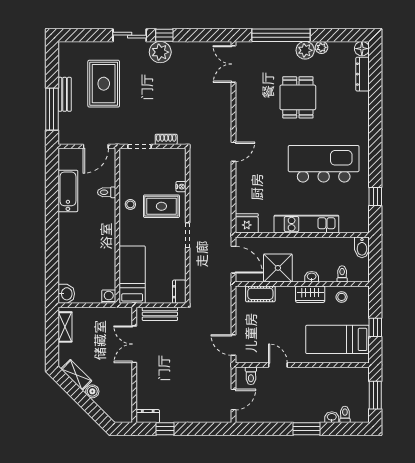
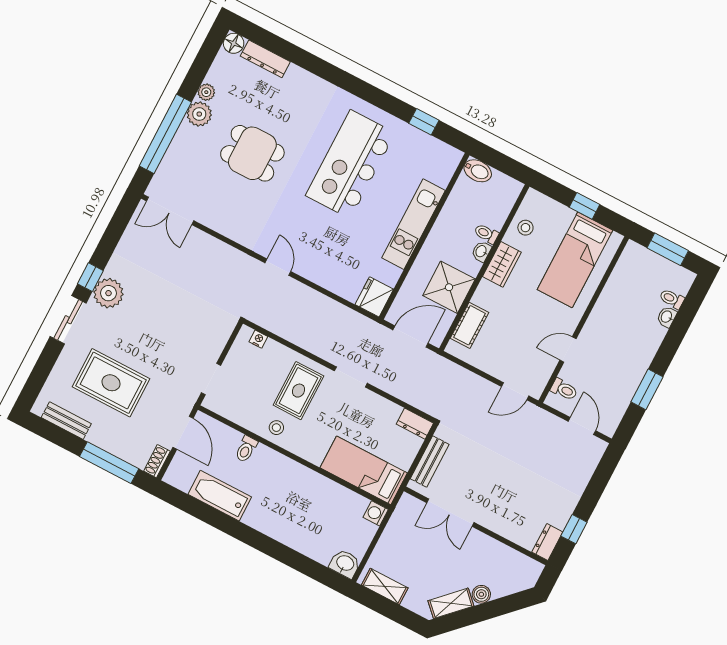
bench: (65, 94) -> (66, 421), moved
shoe rack: (166, 139) -> (157, 461), moved
nightstand: (181, 187) -> (258, 339), moved
toilet: (342, 274) -> (486, 234), moved
window: (306, 429) -> (647, 389), moved

